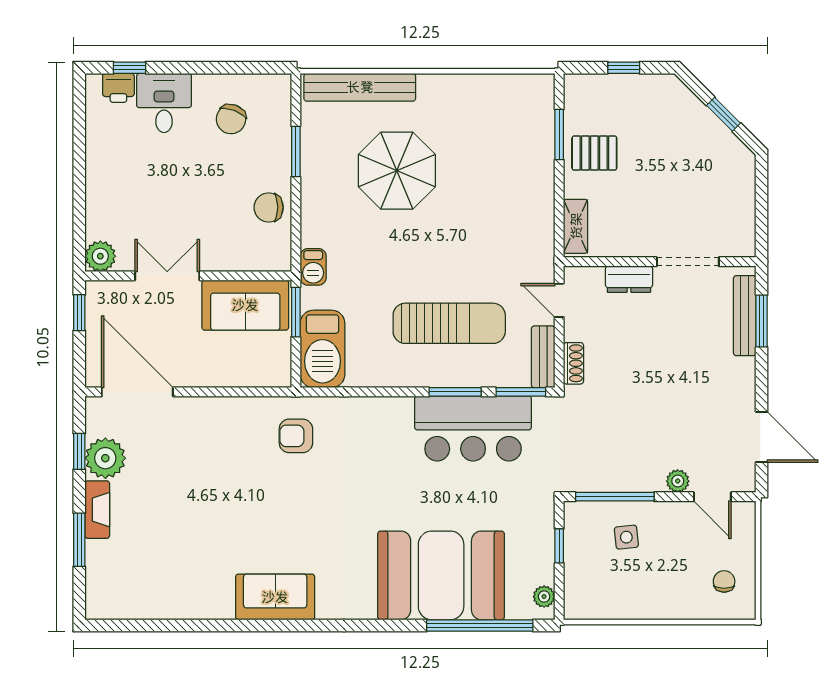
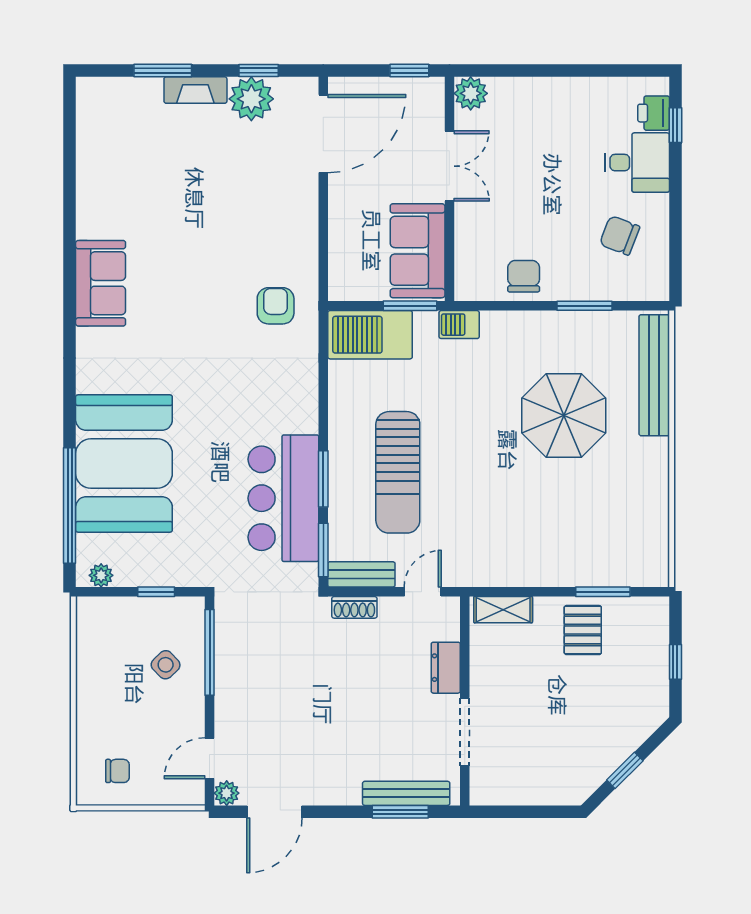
plant: (678, 481) -> (227, 793), moved
side table: (626, 537) -> (166, 665), turned -38

